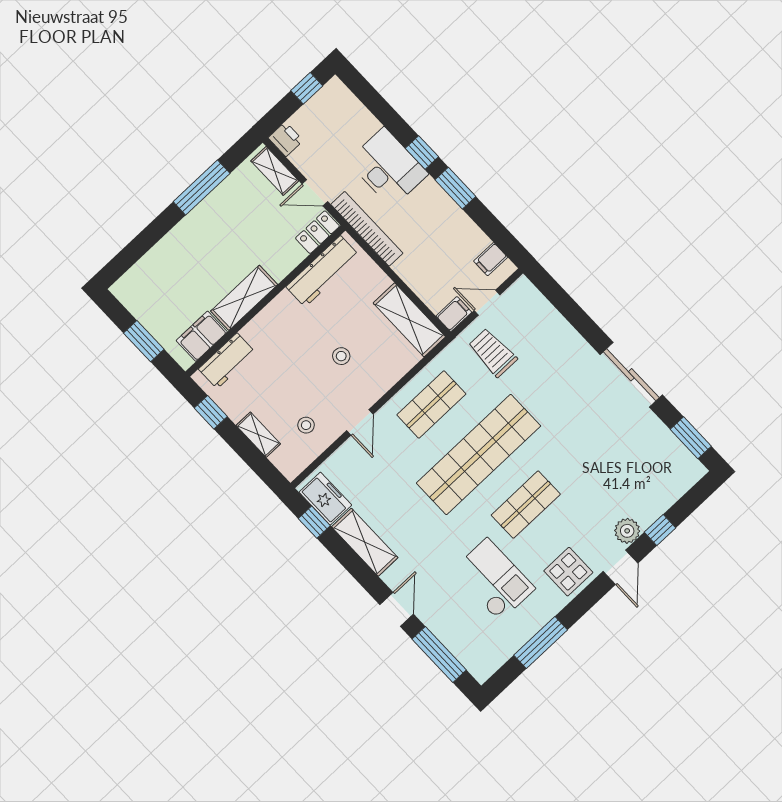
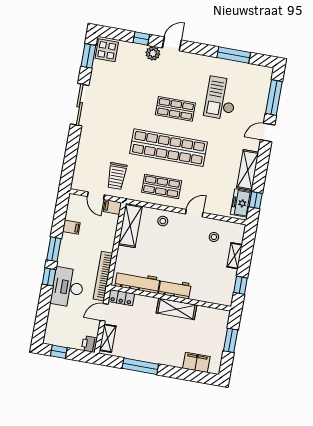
door: (315, 193) -> (104, 312), swing flipped
filing cabinet: (491, 259) -> (71, 227), moved
filing cabinet: (202, 336) -> (196, 362), moved, turned 180
stool: (341, 356) -> (163, 221), moved
workbench: (227, 361) -> (175, 289), moved
display table: (568, 572) -> (107, 50), moved

